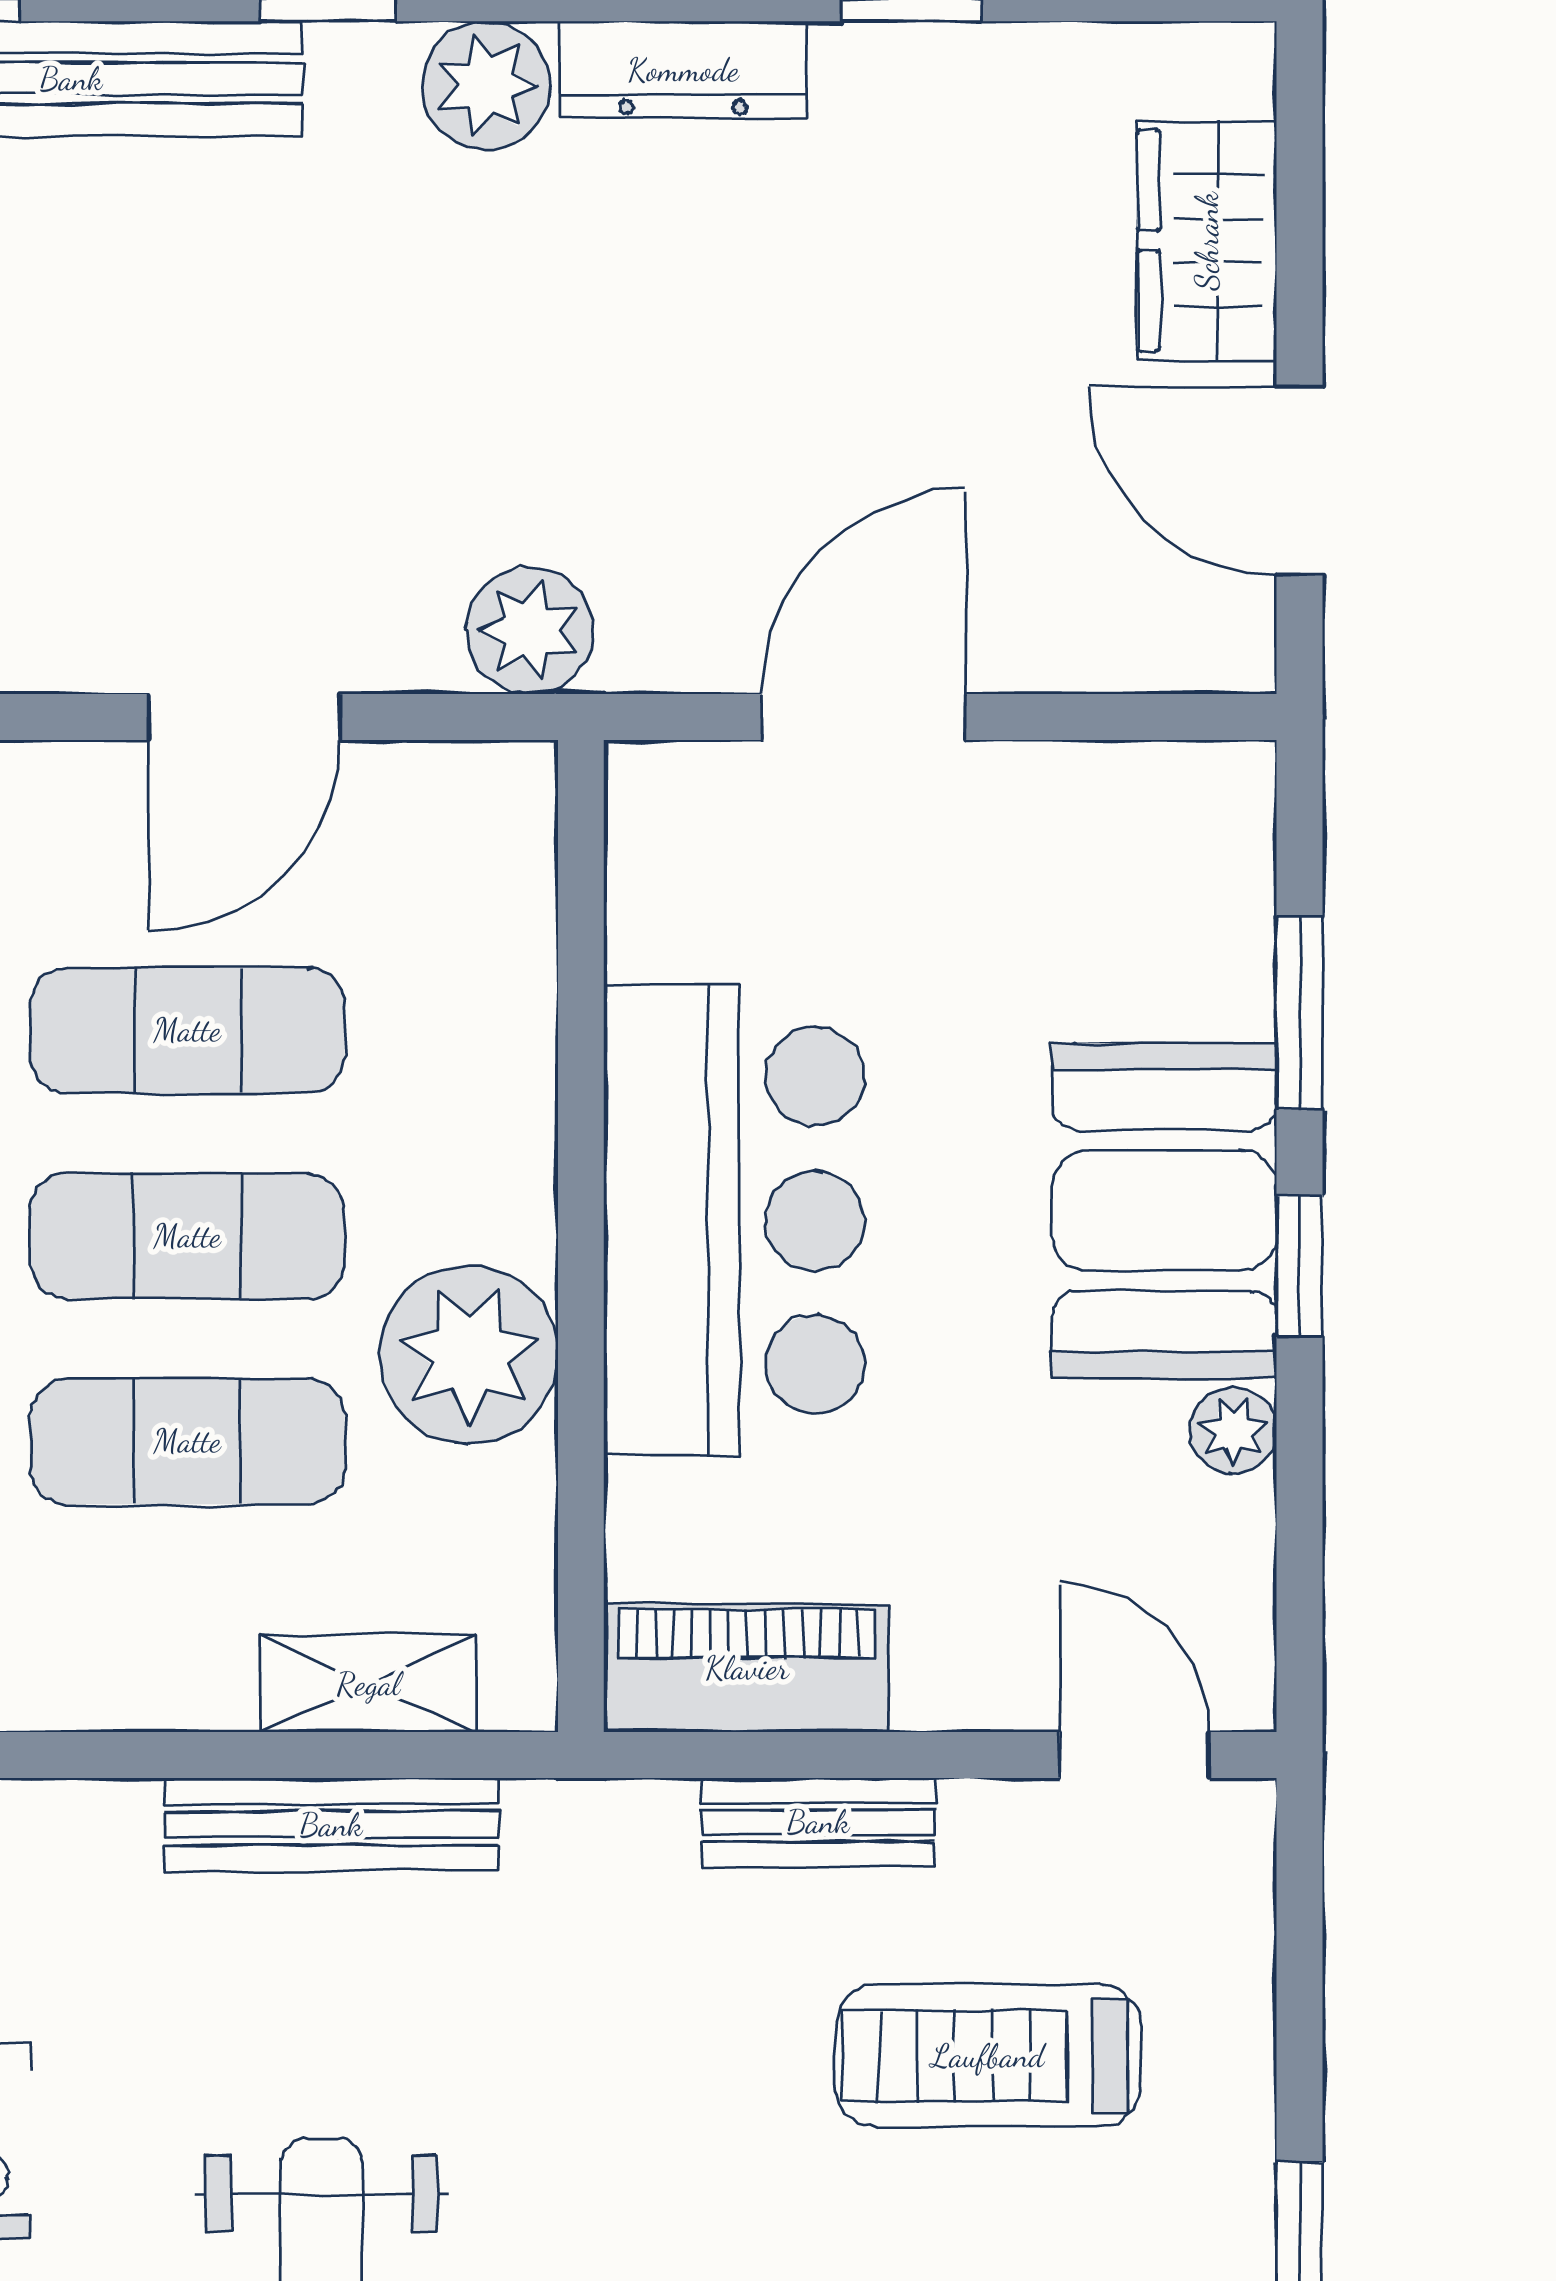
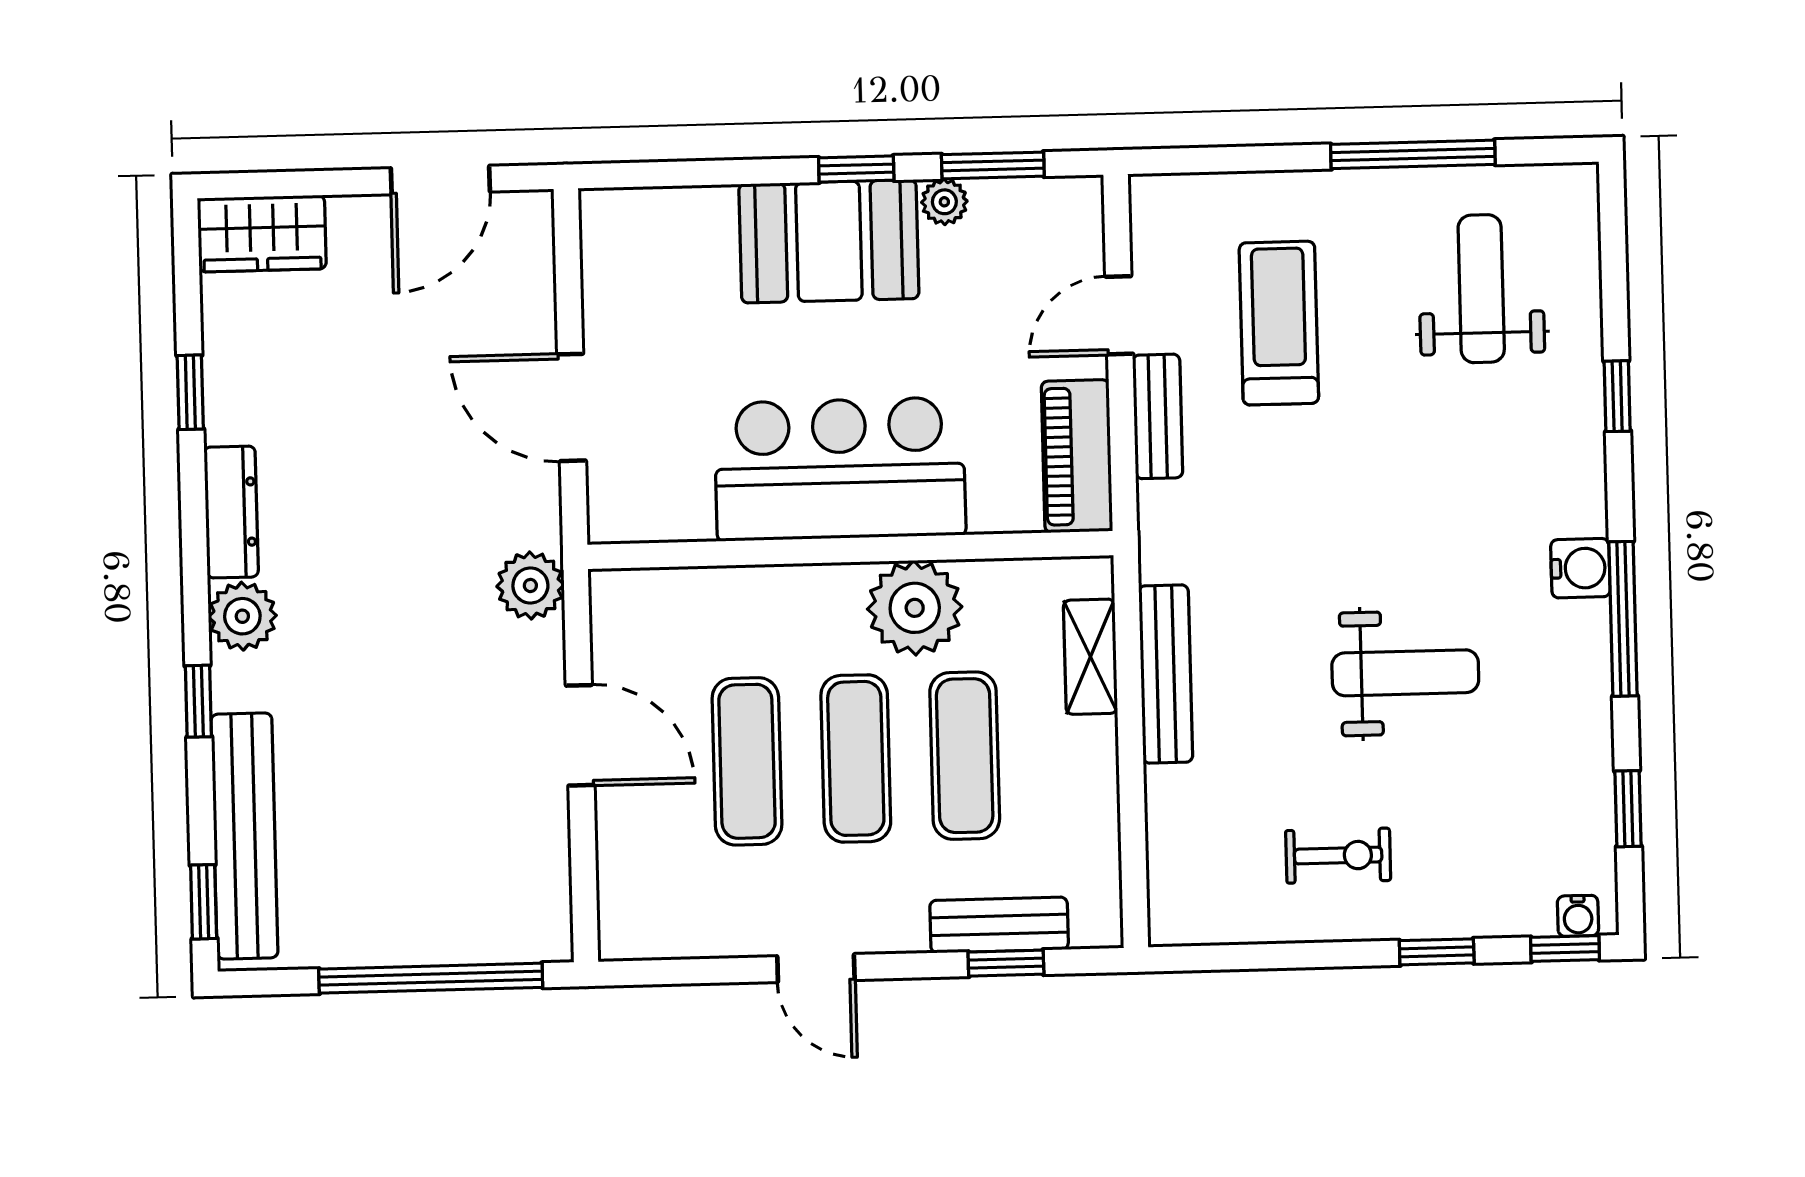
wardrobe: (1207, 241) -> (262, 234), moved
window: (1299, 1013) -> (993, 165), moved
door: (1134, 1755) -> (1119, 315), moved
treadmill: (988, 2056) -> (1279, 323), turned 180

